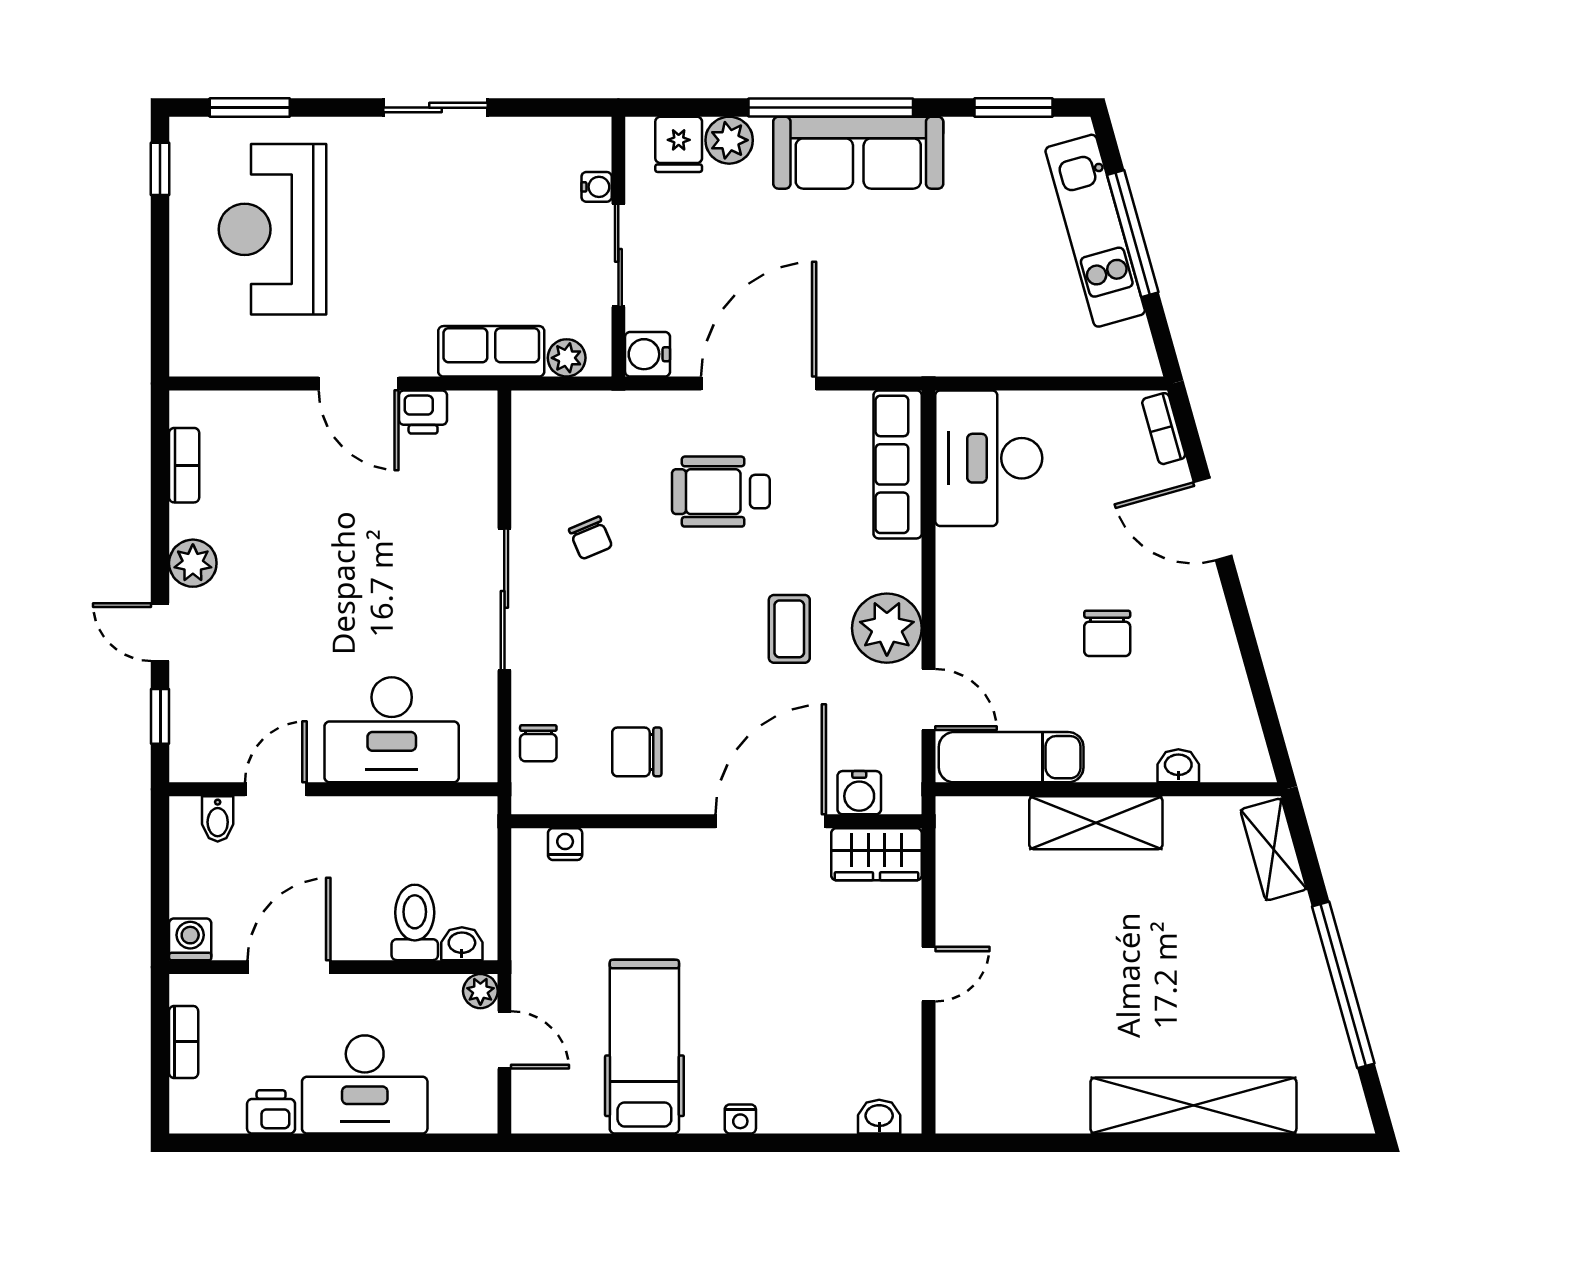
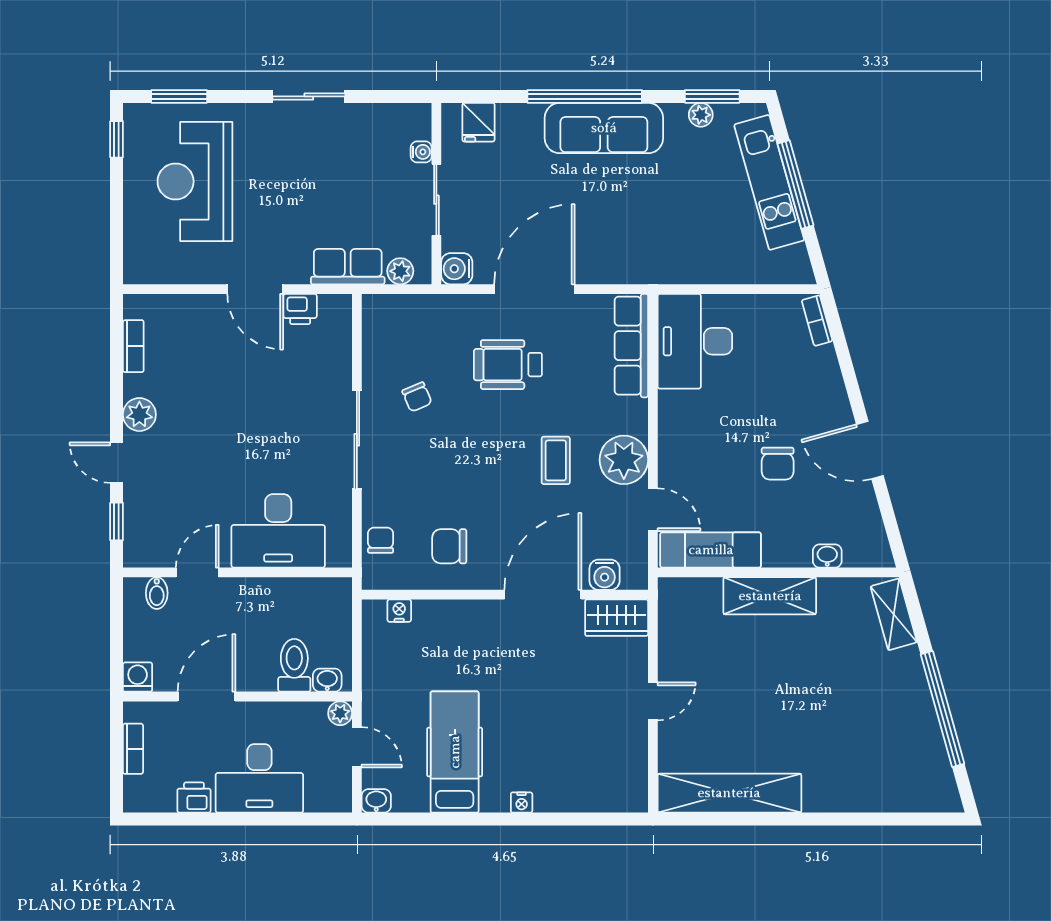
plant: (729, 140) -> (701, 115), moved, width x0.73, depth x0.73
door: (1213, 519) -> (870, 450), moved
chair: (538, 743) -> (381, 540), turned 180
shelving: (1193, 1106) -> (729, 793), moved
washbasin: (879, 1117) -> (376, 801), moved

